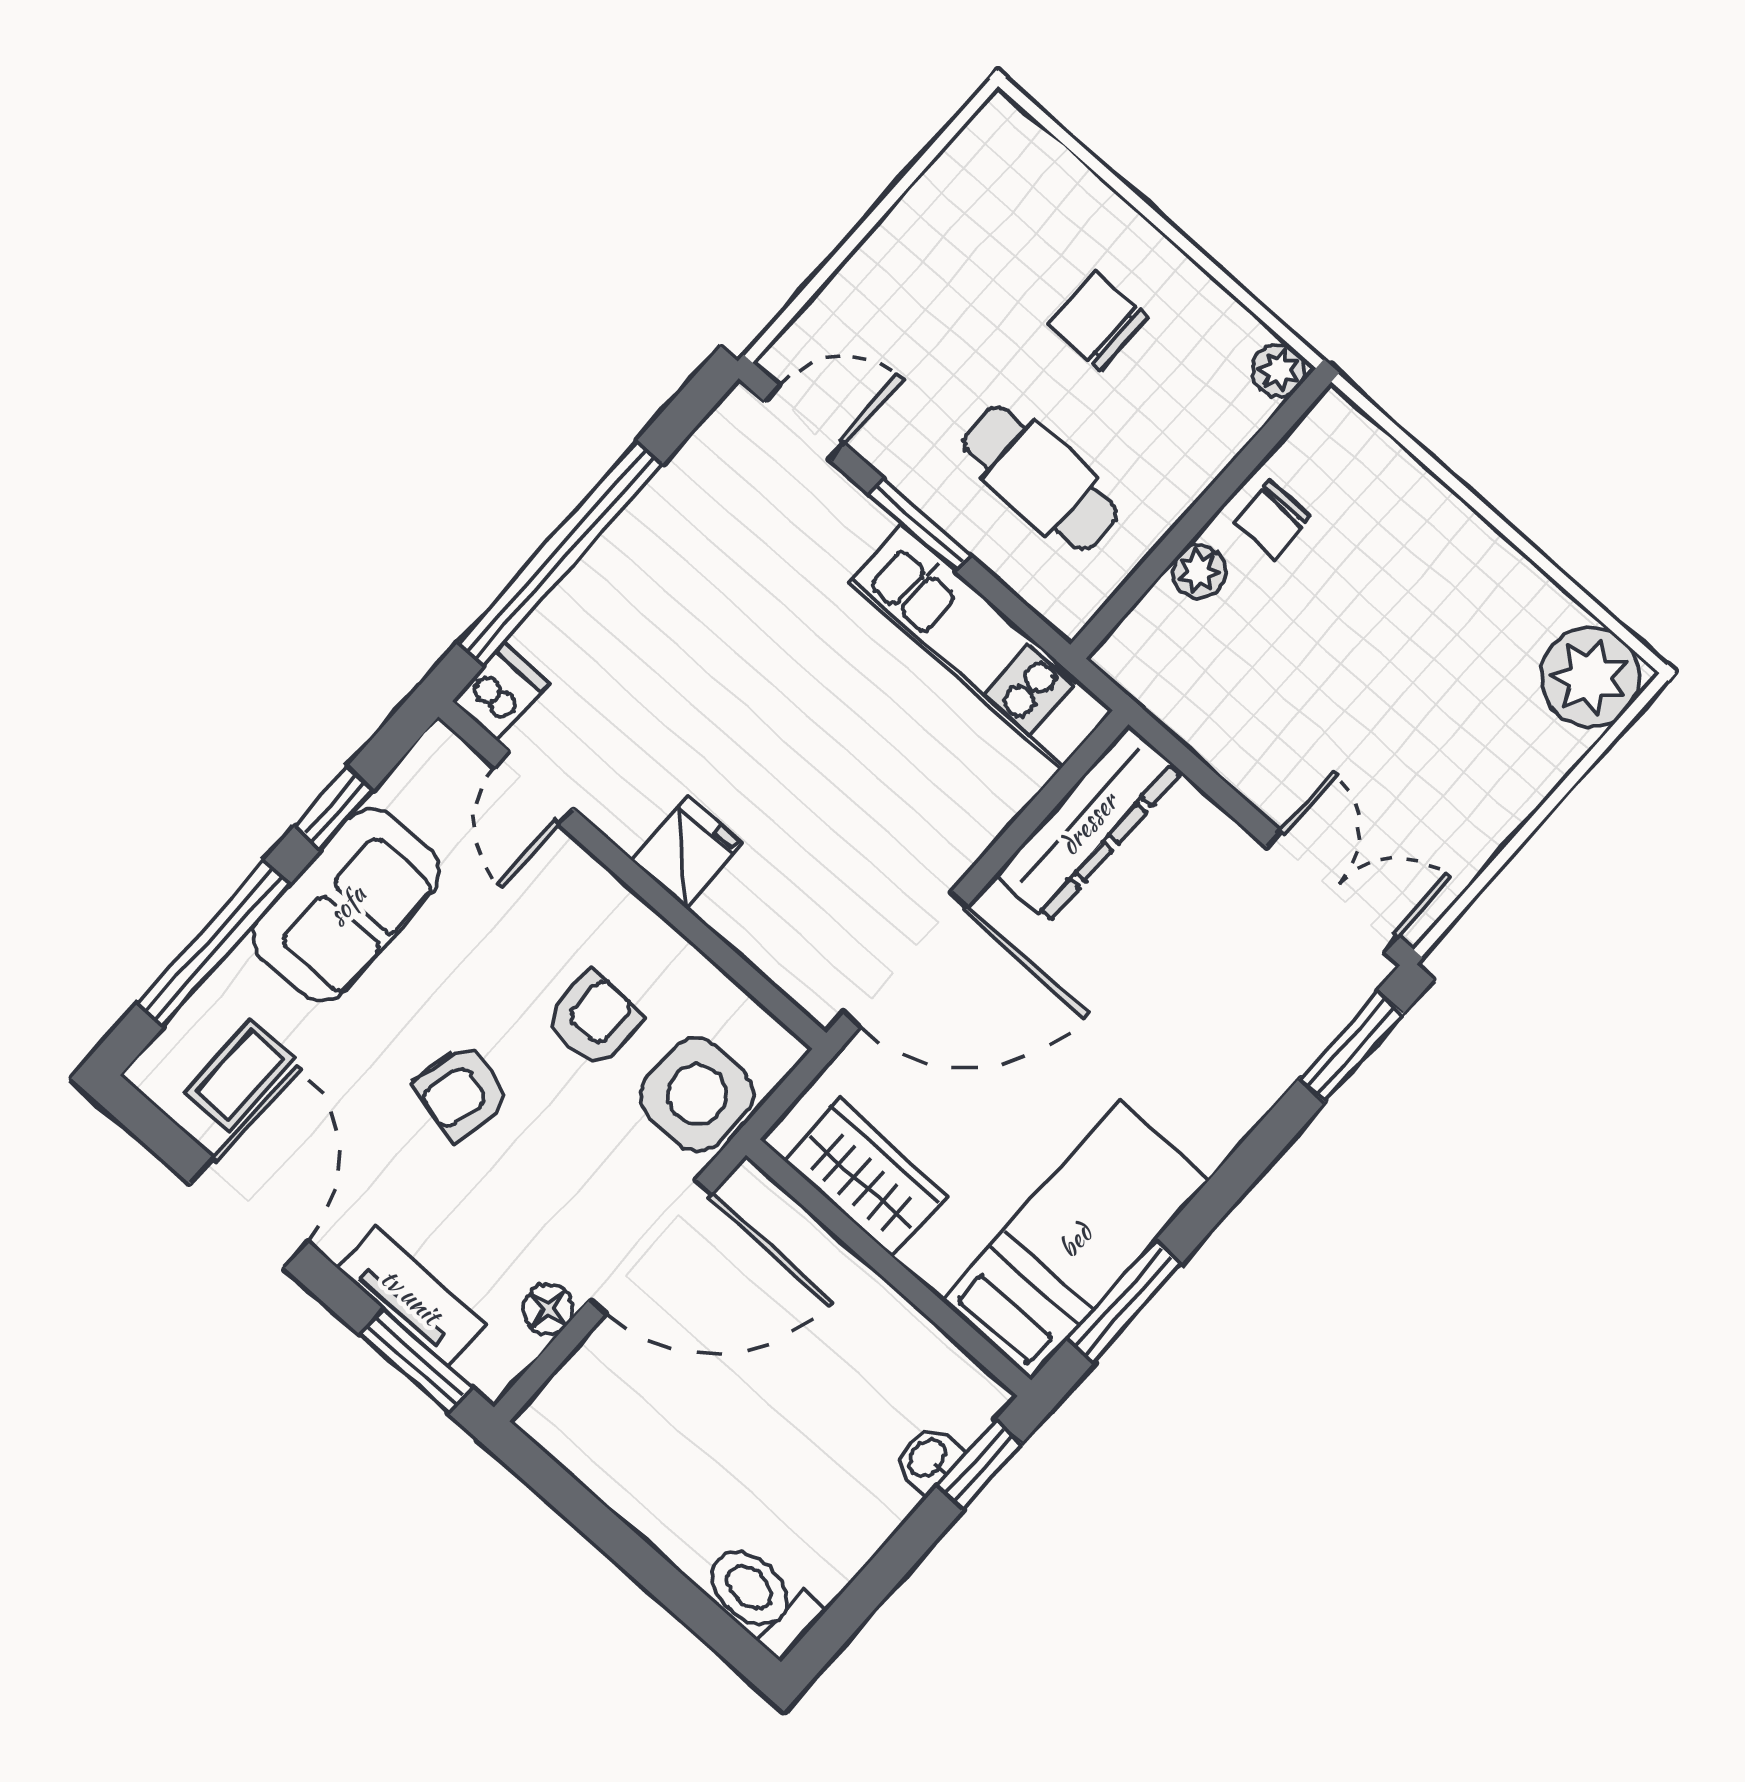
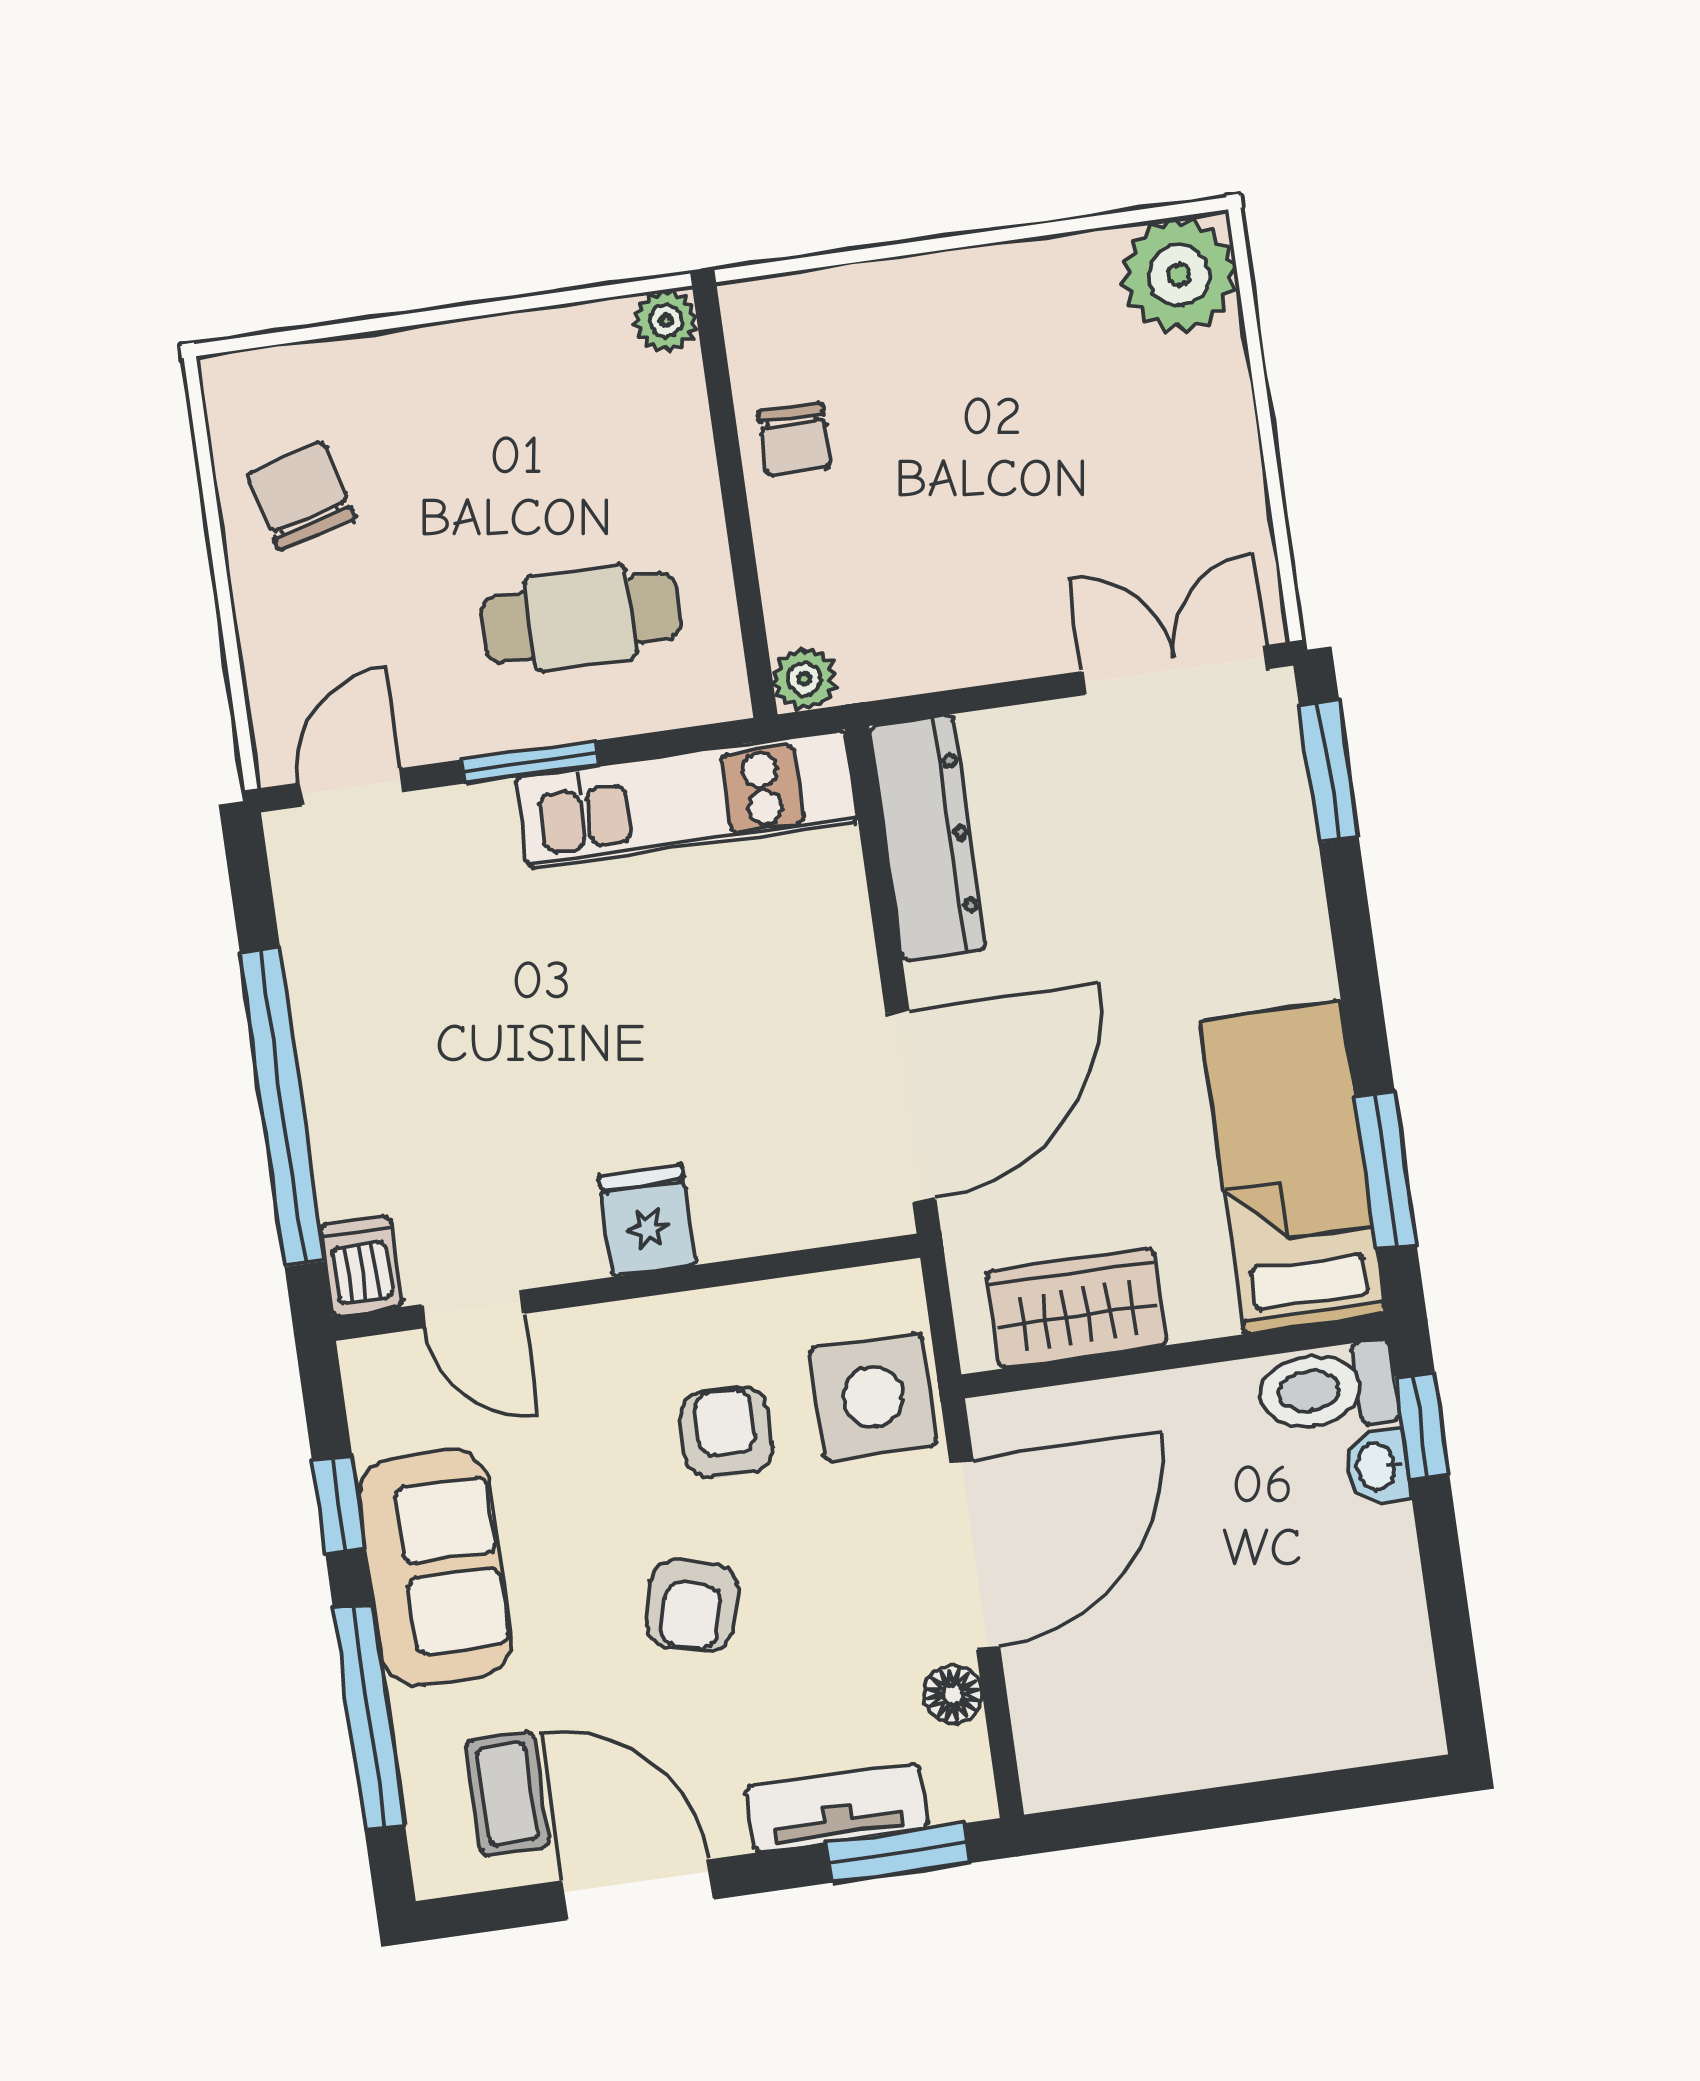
chair: (1098, 321) -> (301, 496), moved, turned 75
plant: (1199, 571) -> (804, 679), moved
toilet: (761, 1598) -> (1327, 1389), moved

